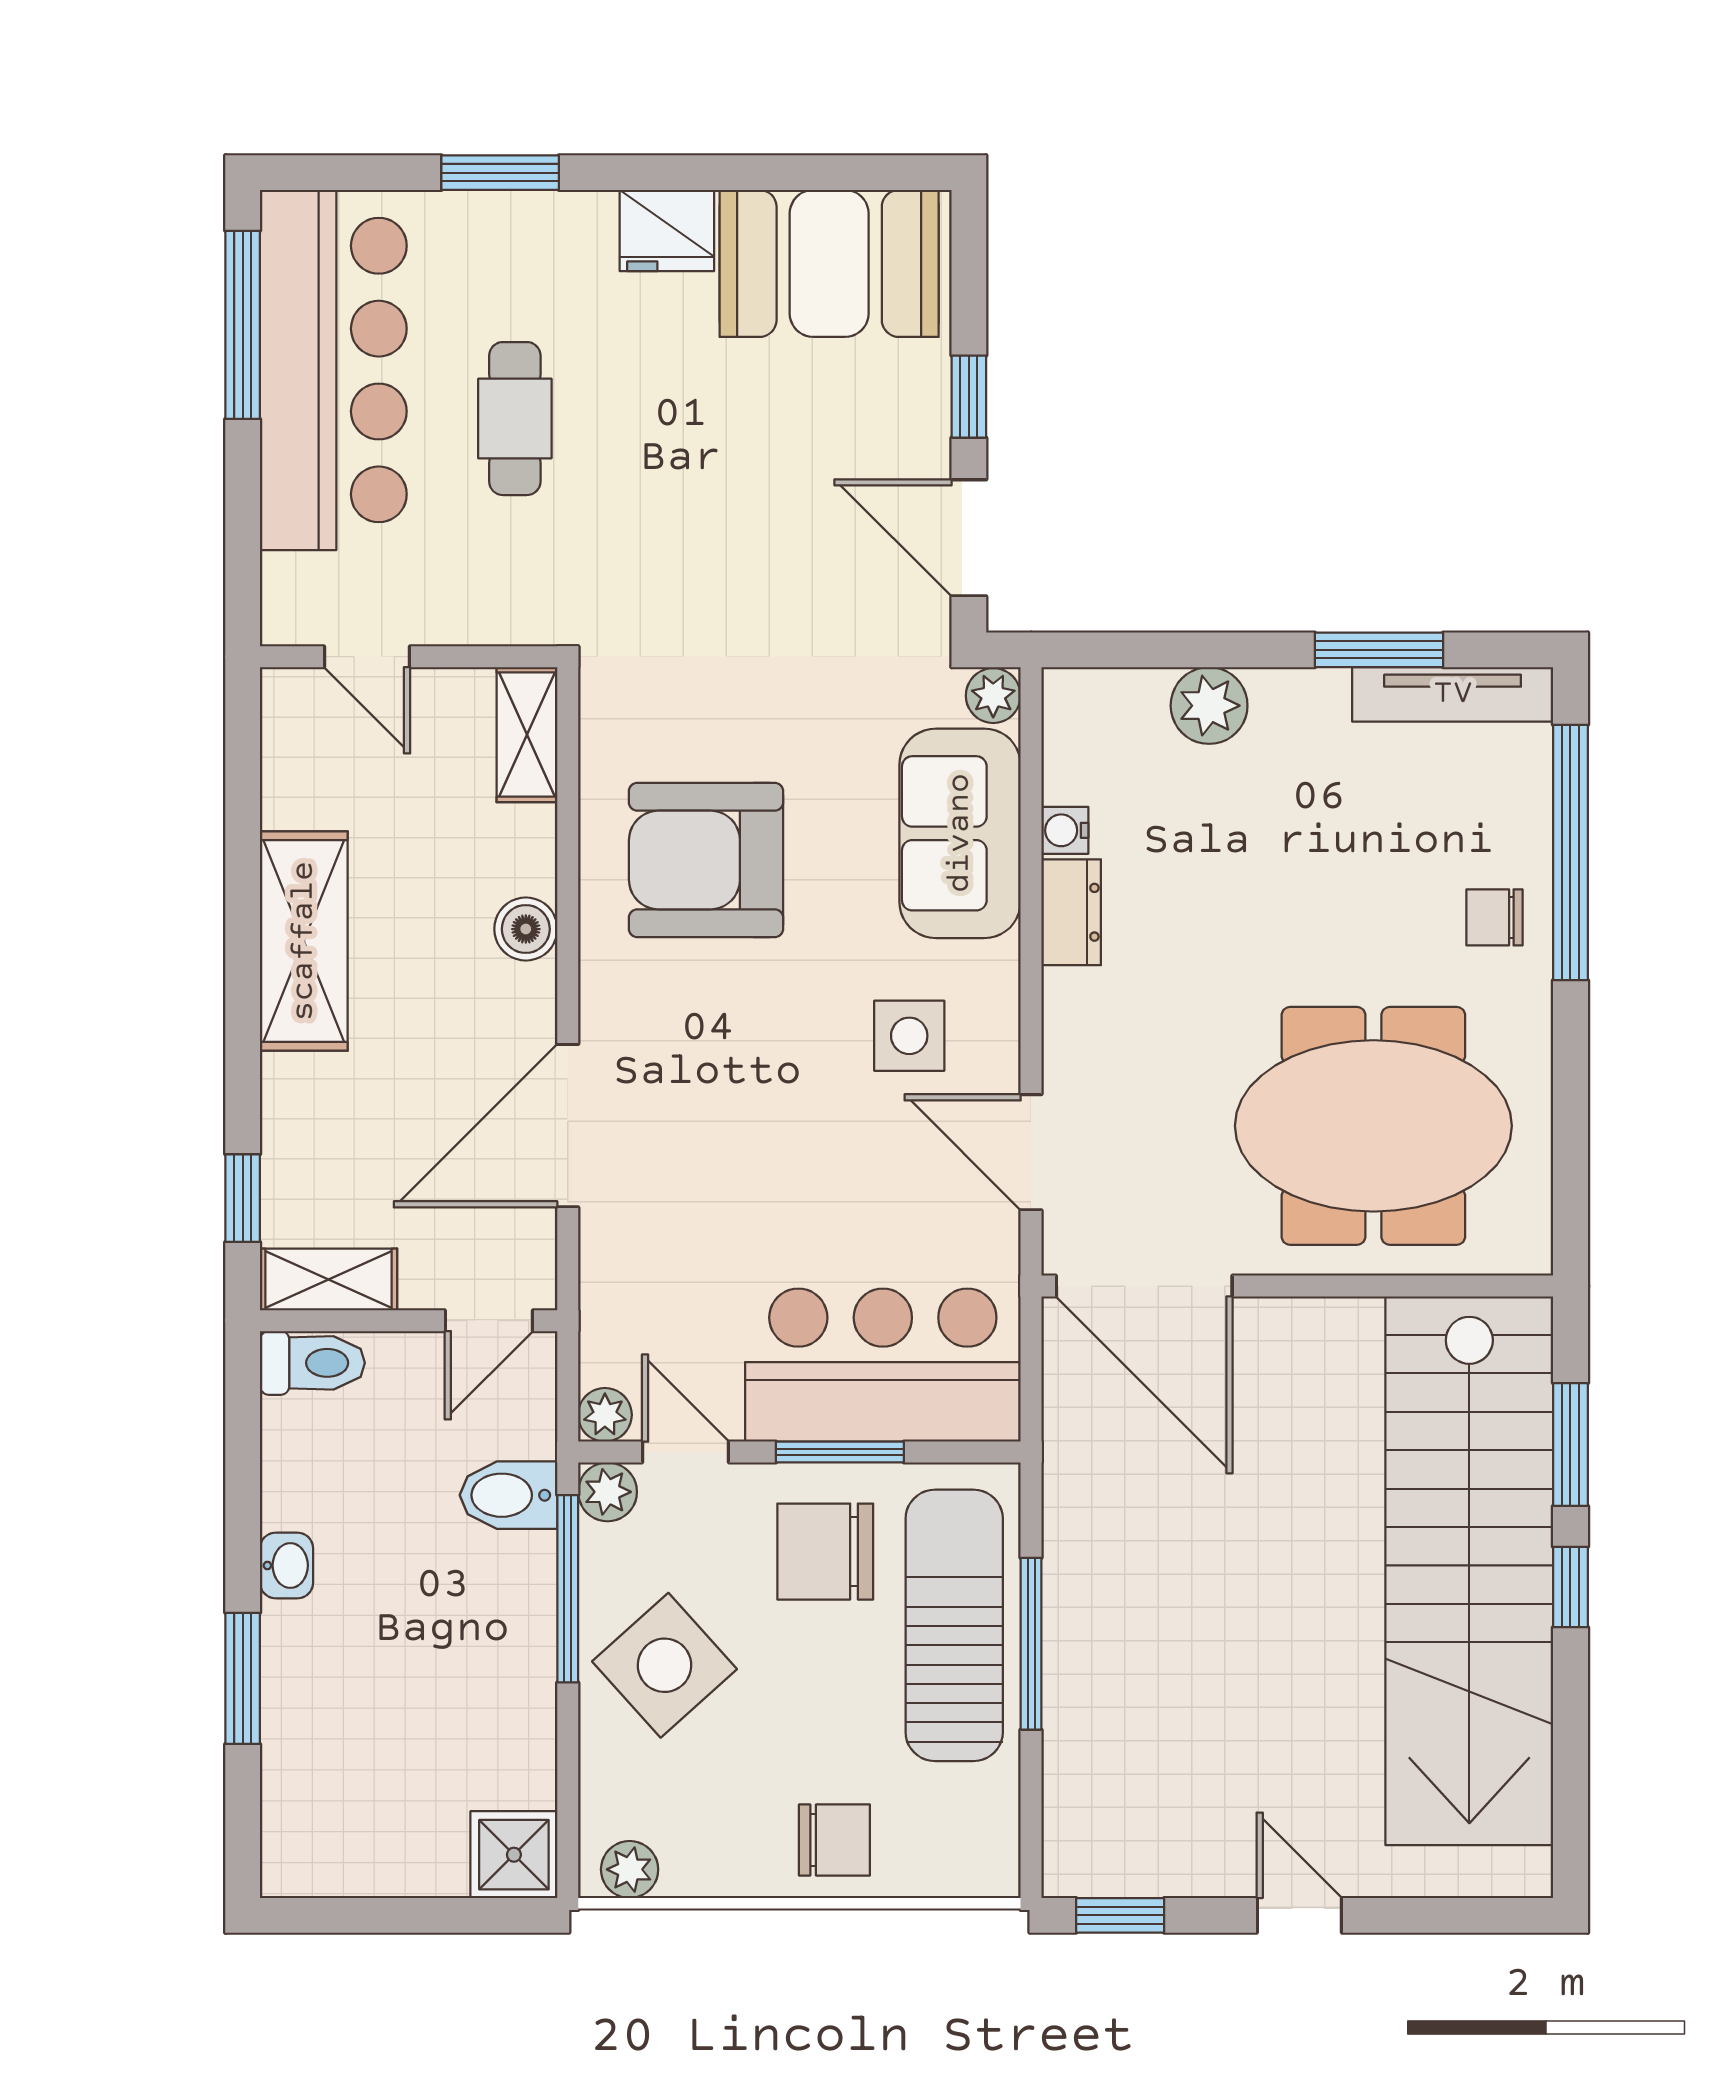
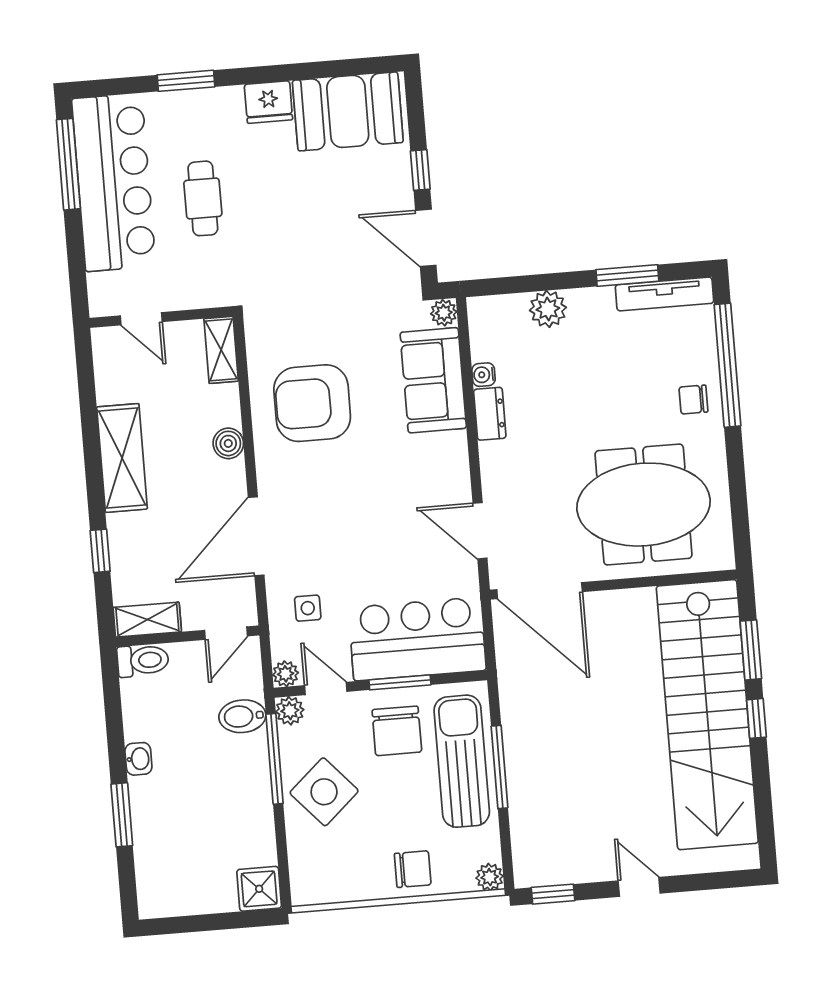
side table: (909, 1036) -> (308, 608), moved, width x0.73, depth x0.73
window: (243, 1198) -> (100, 551), moved
chair: (825, 1552) -> (397, 731), turned -90
plant: (630, 1869) -> (490, 877), moved

